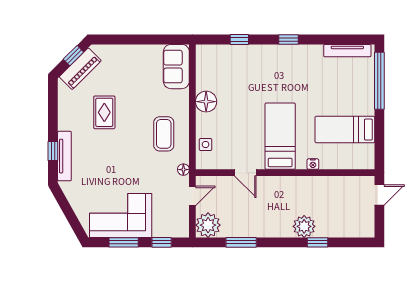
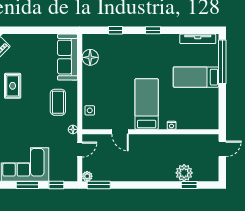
sofa: (176, 67) -> (67, 57), width x1.36
floor lamp: (206, 102) -> (90, 57), moved
bed: (345, 130) -> (196, 77), moved
plant: (208, 225) -> (87, 176), width x0.53, depth x0.53
plant: (304, 226) -> (184, 173), moved
window: (241, 242) -> (99, 185), moved
window: (317, 242) -> (189, 185), moved

